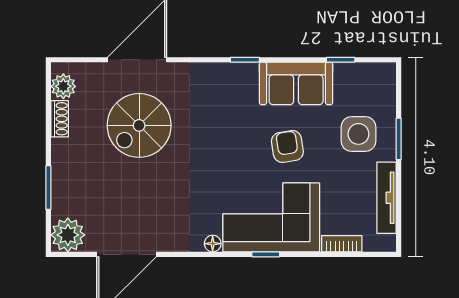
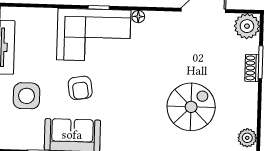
shoe rack: (60, 119) -> (252, 68), moved
bookcase: (342, 244) -> (41, 14), removed

